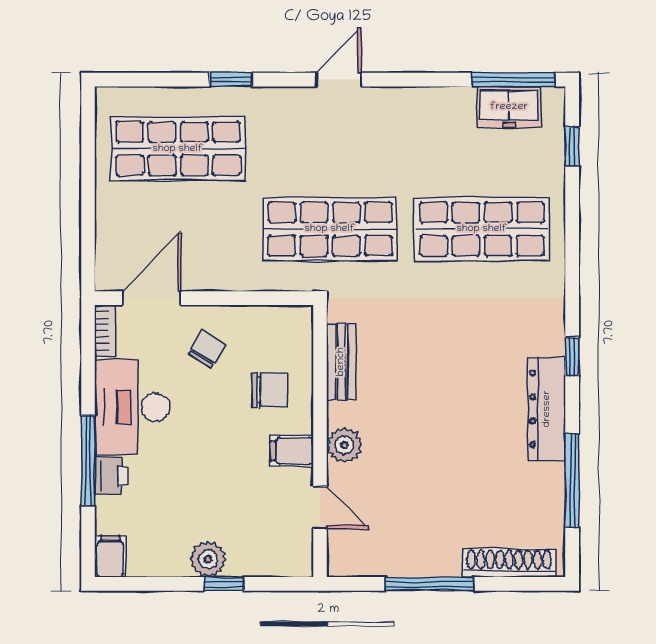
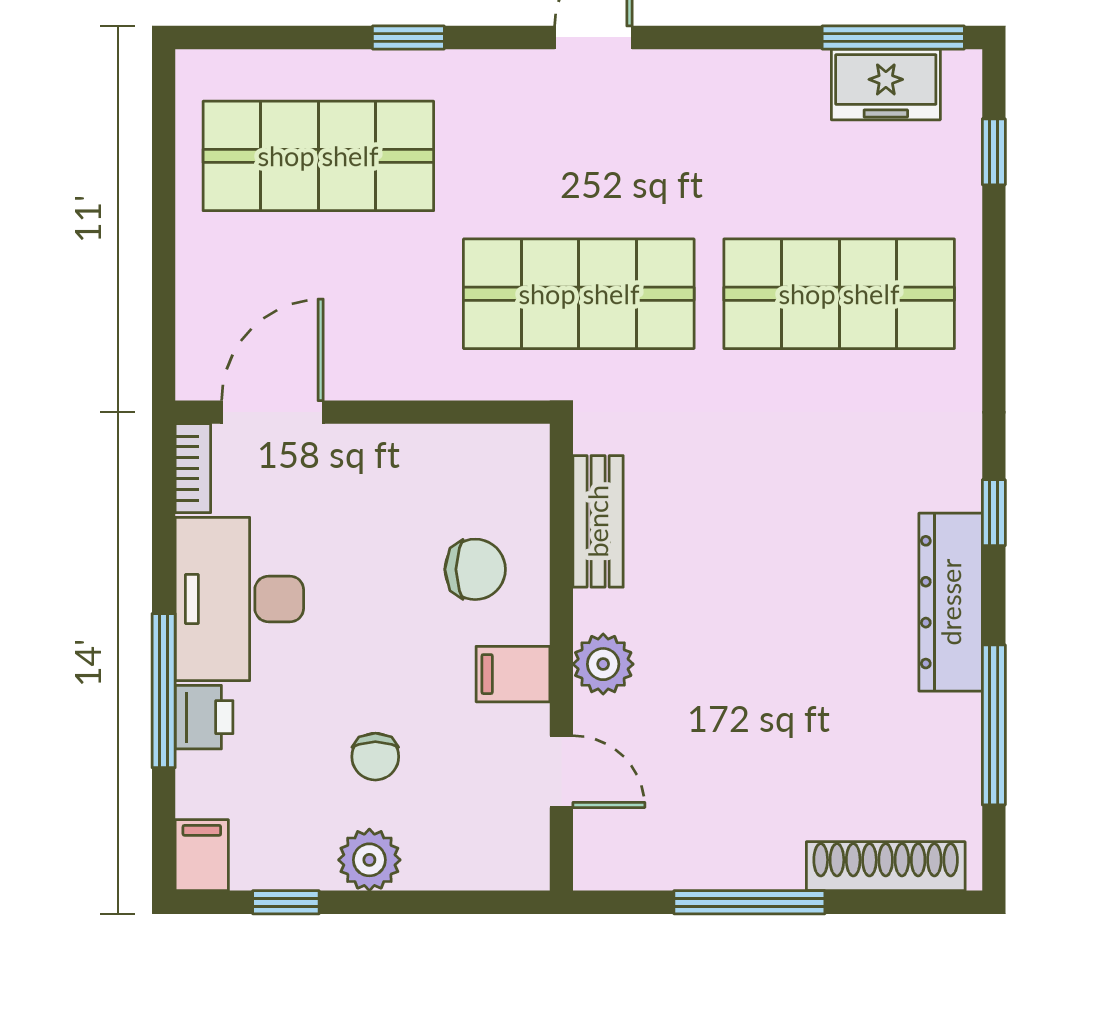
chair: (206, 349) -> (375, 757), moved, turned 149
window: (224, 584) -> (286, 902), moved

